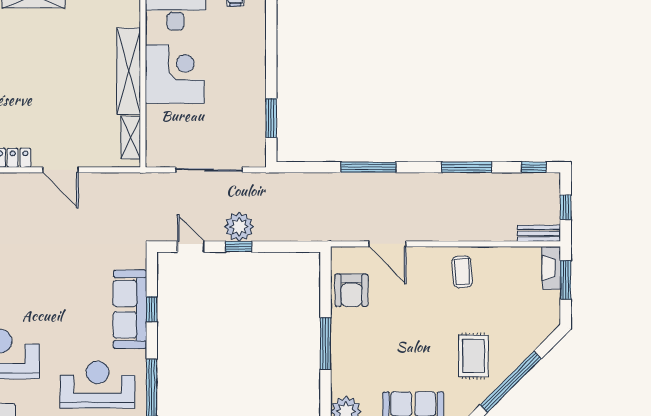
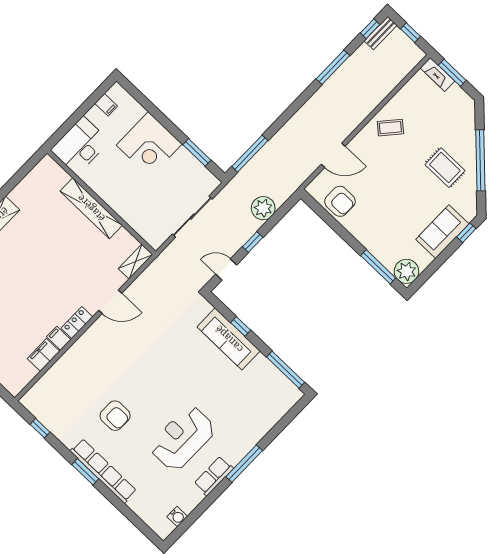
corner desk: (175, 74) -> (149, 145), moved, turned 180
shelving: (131, 137) -> (136, 262), moved, turned 90
window: (369, 167) -> (250, 154), moved
plant: (239, 227) -> (263, 208), moved
bench: (539, 233) -> (381, 33), moved
coffee table: (462, 272) -> (390, 128), turned -45
window: (326, 344) -> (378, 267), moved
reception desk: (98, 385) -> (254, 399), removed

